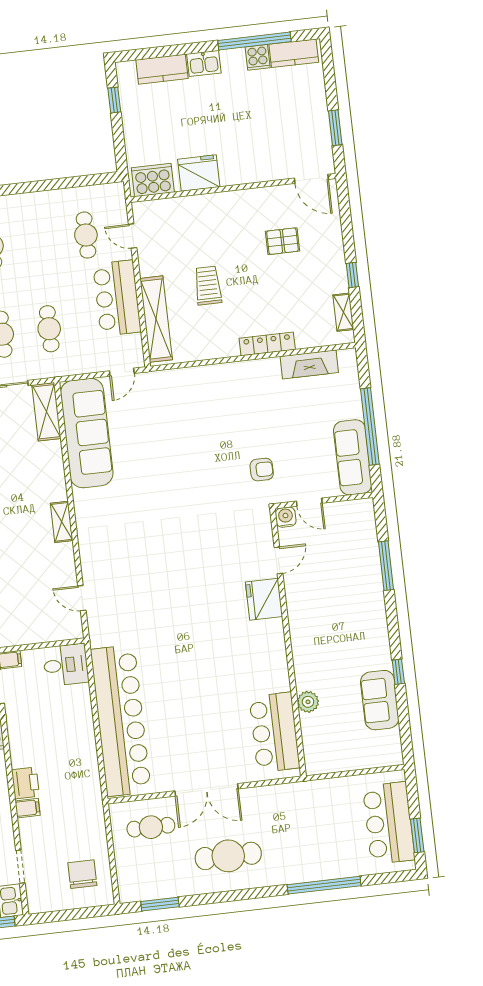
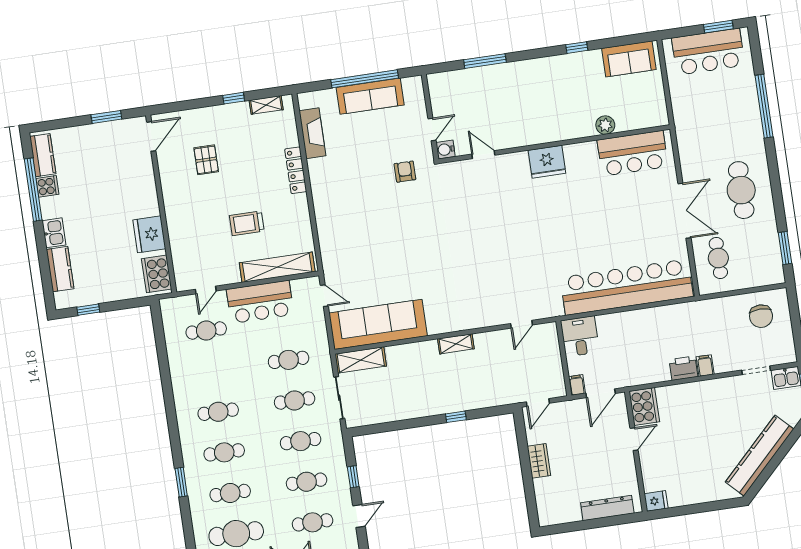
sofa: (353, 457) -> (370, 96), moved
fridge: (264, 599) -> (547, 162), moved
sofa: (380, 700) -> (629, 59), moved
chair: (82, 874) -> (761, 316), turned -90

